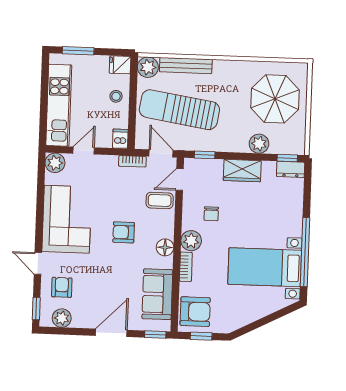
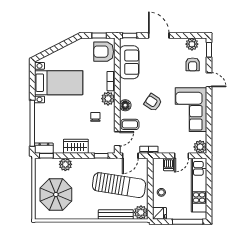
window: (78, 51) -> (188, 222), width x1.44
dishwasher: (120, 139) -> (168, 164), moved
door: (161, 153) -> (130, 156), hinge flipped
armchair: (124, 232) -> (153, 102), turned -146
floor lamp: (165, 247) -> (125, 105), moved
window: (305, 252) -> (32, 123), moved
door: (111, 333) -> (159, 36), swing flipped

